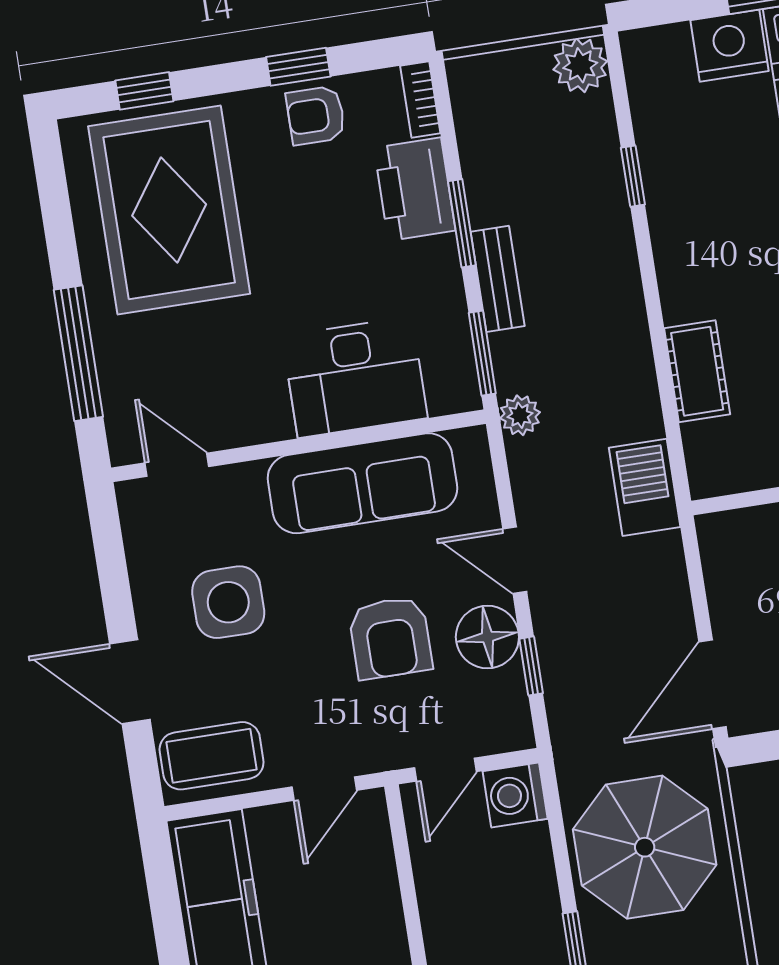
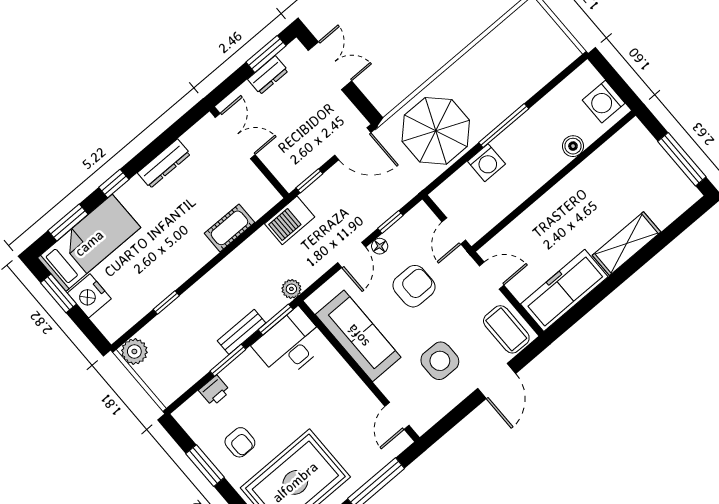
window: (298, 67) -> (205, 466), width x1.50
bookcase: (420, 99) -> (188, 408), removed
armchair: (316, 115) -> (240, 442), moved
printer: (415, 189) -> (214, 391), width x0.53, depth x0.68
desk: (355, 377) -> (290, 344), moved, turned -90
window: (694, 566) -> (309, 181), added
floor lamp: (487, 637) -> (380, 246), width x0.53, depth x0.53
door: (445, 770) -> (454, 231), swing flipped
washing machine: (515, 795) -> (486, 163), moved

